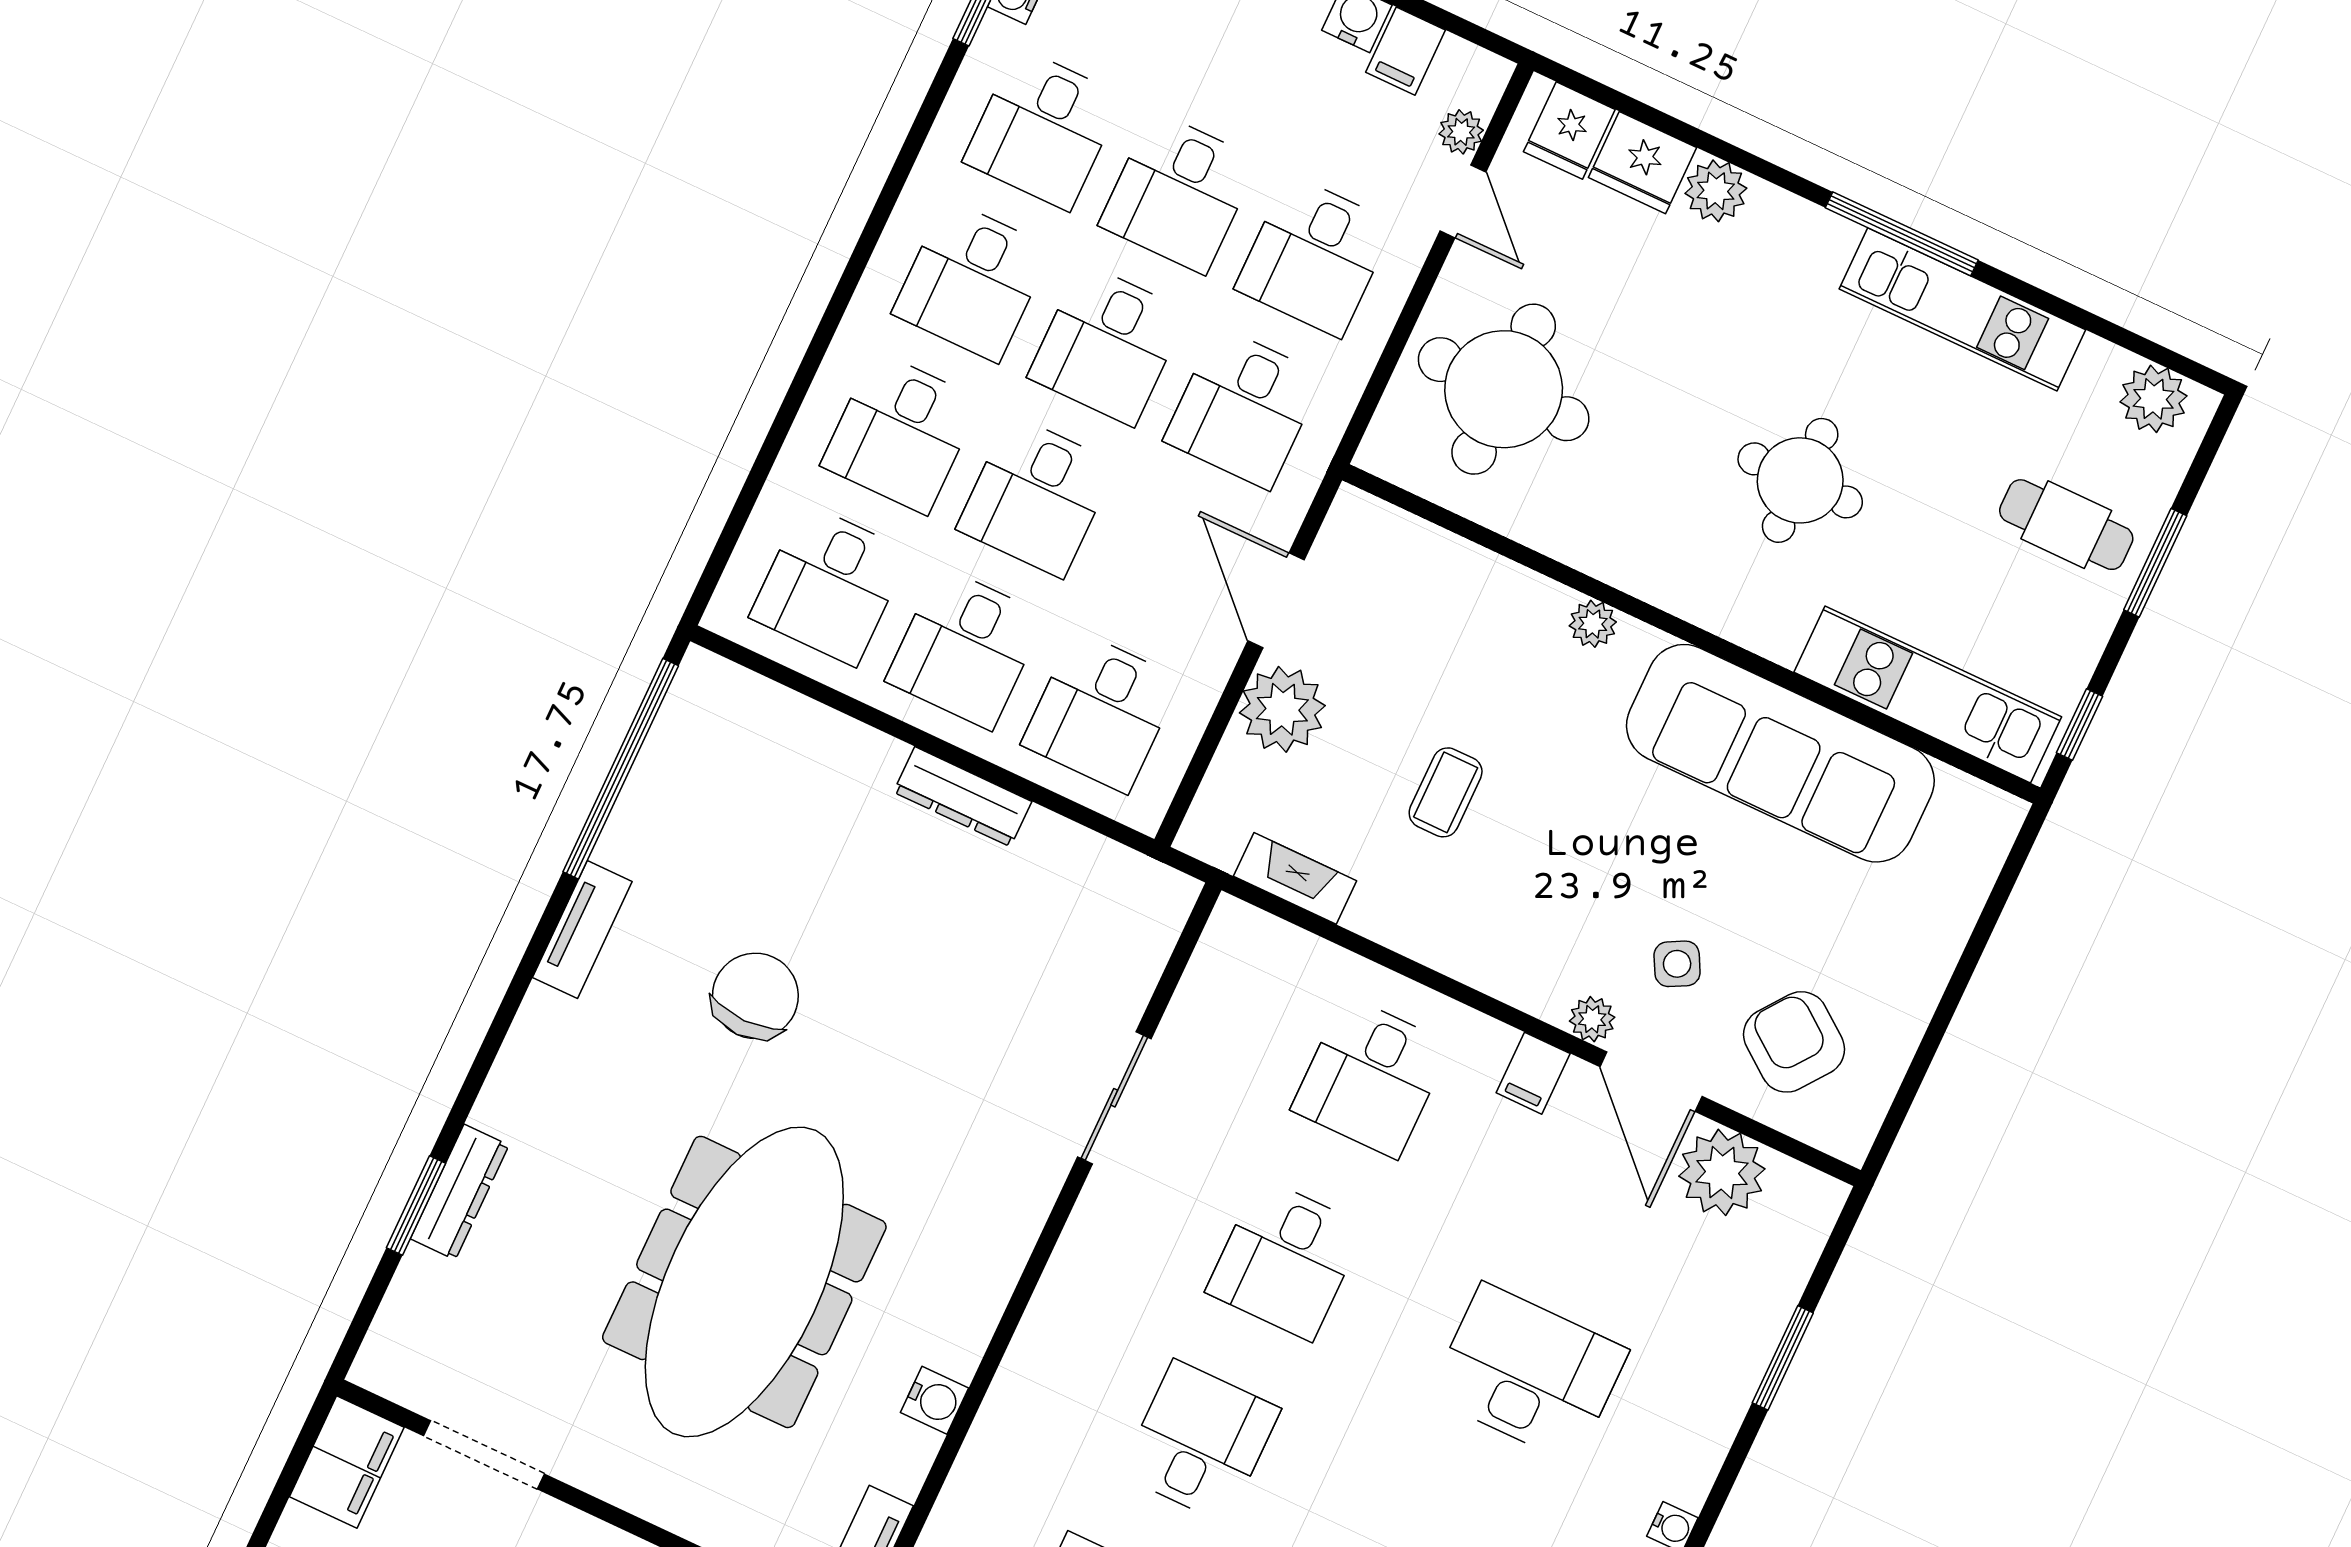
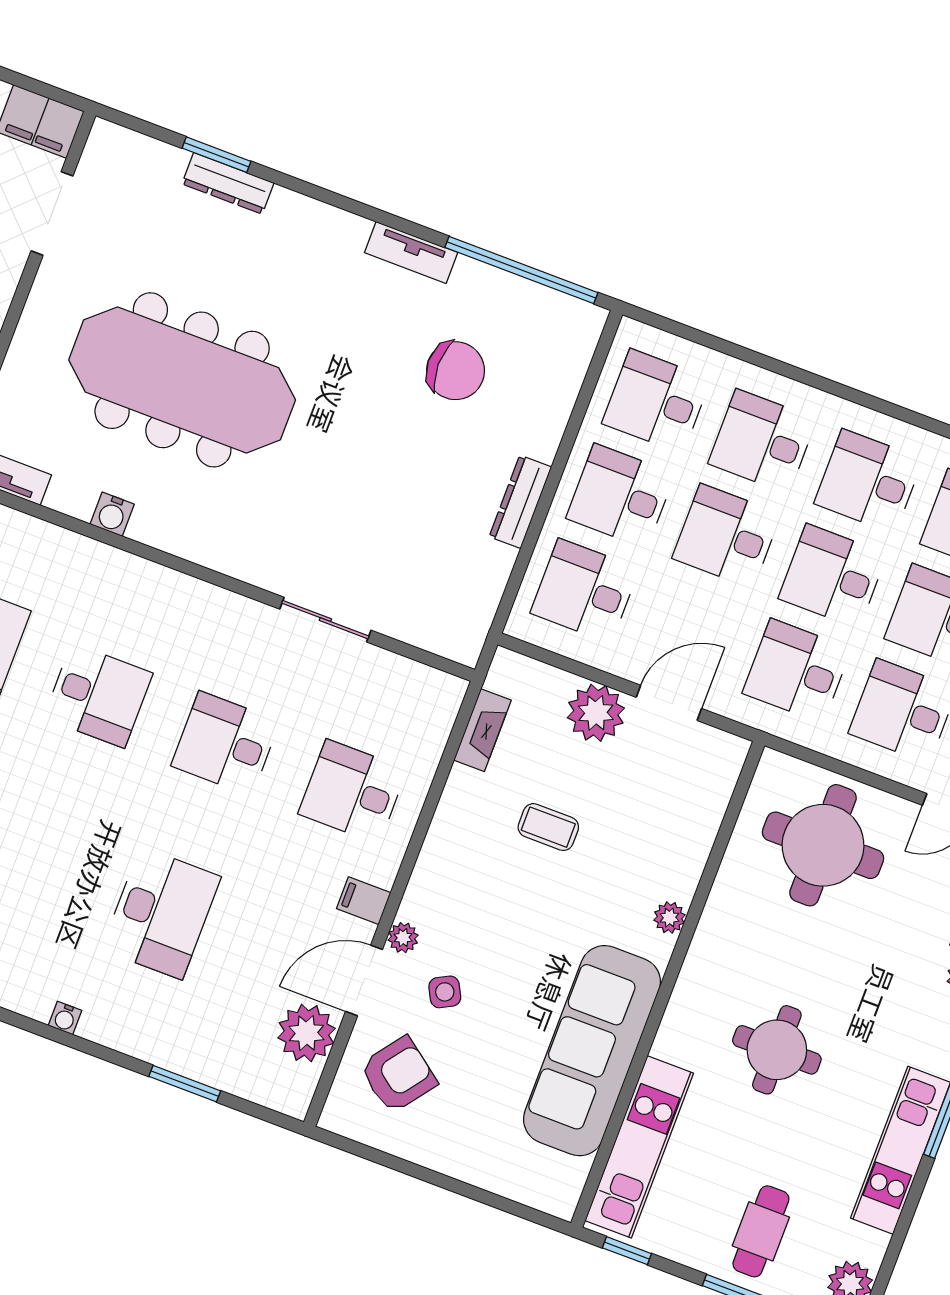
chair: (755, 996) -> (456, 371), moved

